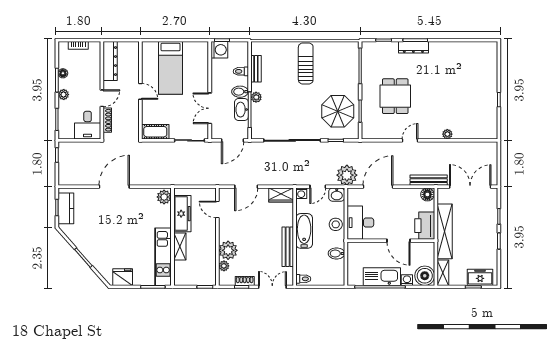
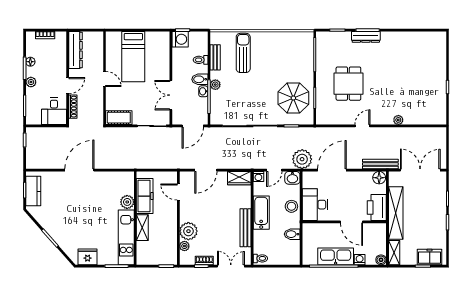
sun lounger: (306, 63) -> (243, 53), moved
washbasin: (241, 110) -> (203, 91), width x0.52, depth x0.69
plant: (164, 197) -> (127, 202), moved
boiler: (425, 276) -> (381, 260), width x0.54, depth x0.54

